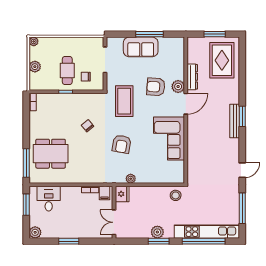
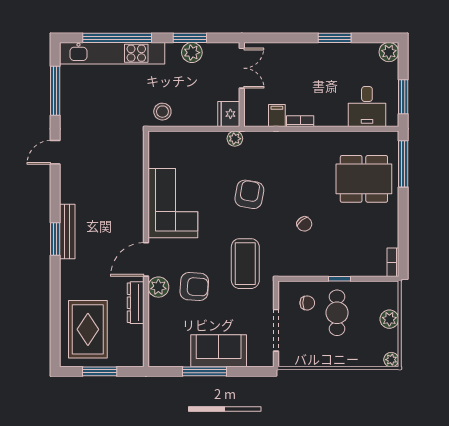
fridge: (122, 194) -> (229, 114), moved
wall: (114, 212) -> (242, 84), moved
double door: (114, 222) -> (242, 68), moved

